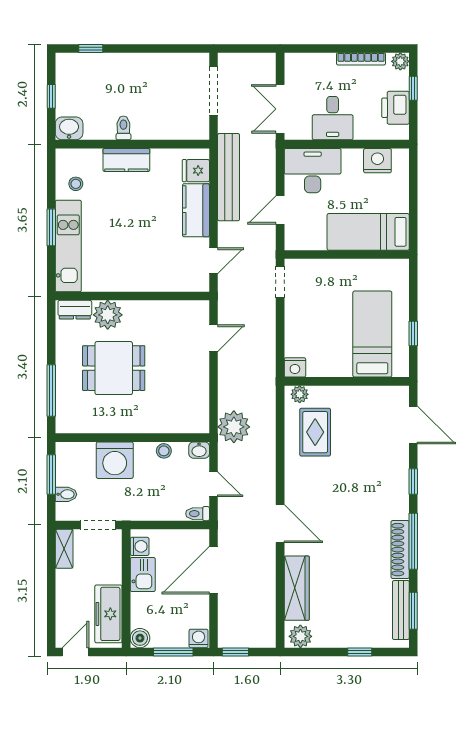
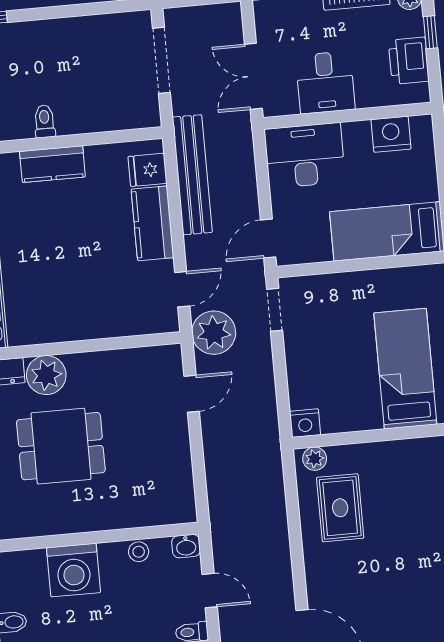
door: (280, 210) -> (268, 239), moved
plant: (234, 427) -> (214, 333), moved

